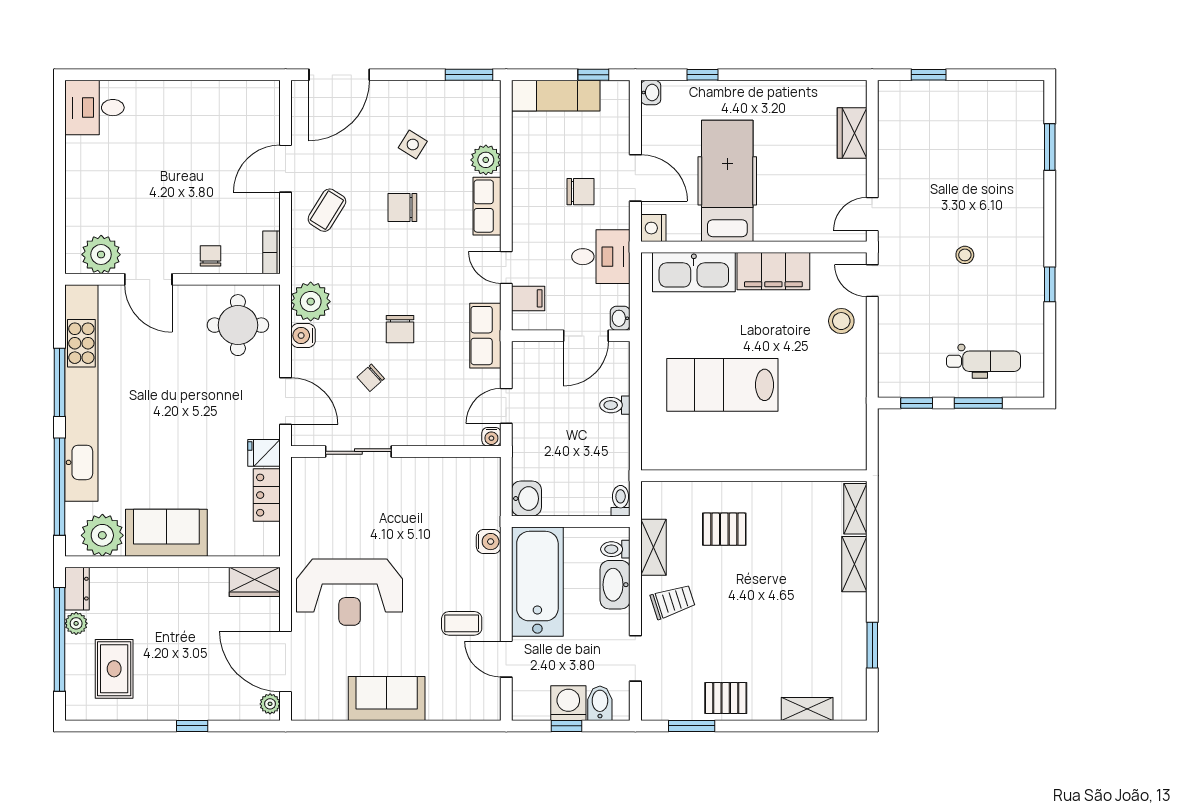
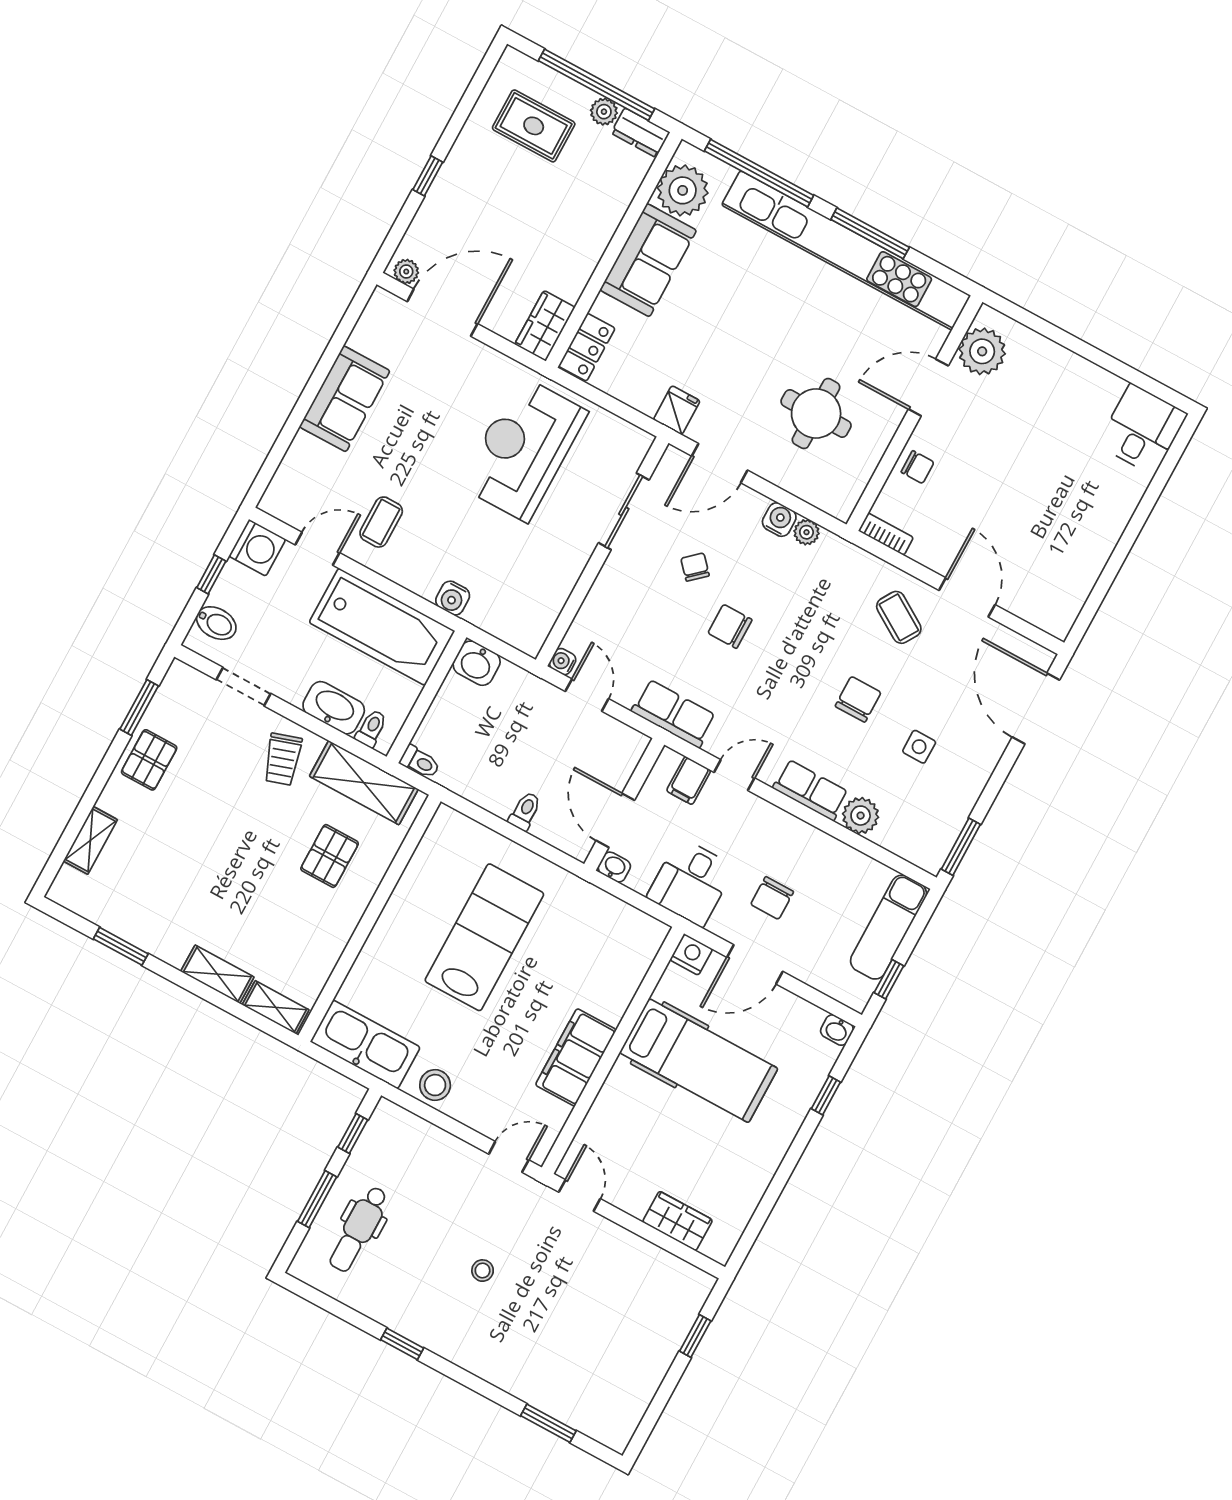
side table: (413, 145) -> (919, 747), turned -32
kitchen sink: (694, 272) -> (365, 1044), moved, turned 90
plant: (311, 302) -> (806, 532), width x0.53, depth x0.53
stool: (841, 321) -> (435, 1085), moved
round table: (238, 325) -> (816, 413), moved
locker: (267, 495) -> (587, 347), moved, turned 90
shelving: (653, 547) -> (364, 783), width x1.50, depth x1.33
reception desk: (350, 592) -> (523, 449), moved
washing machine: (568, 703) -> (257, 548), moved

